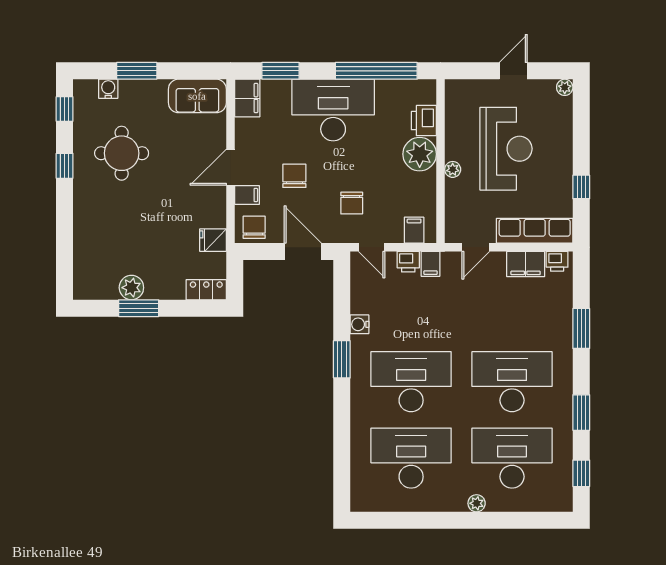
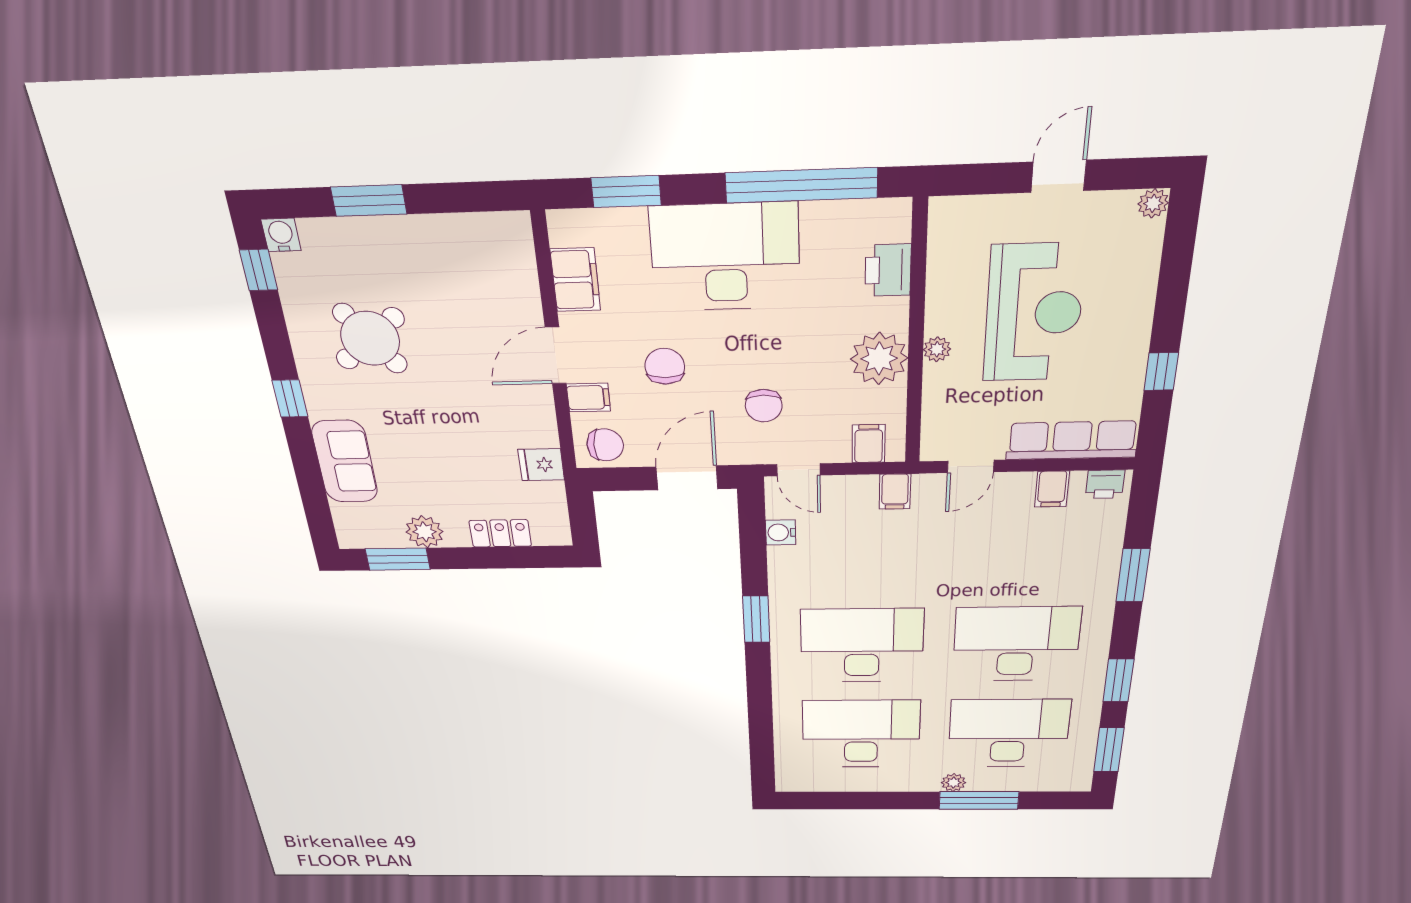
water cooler: (108, 89) -> (281, 235), moved
sofa: (197, 96) -> (345, 461), moved, turned -90
filing cabinet: (247, 98) -> (575, 280), moved
round table: (122, 153) -> (370, 338), turned -38
plant: (420, 154) -> (879, 359), moved
window: (65, 166) -> (290, 399), moved
chair: (254, 227) -> (605, 445), turned 92
door: (303, 251) -> (687, 478), hinge flipped
printer: (408, 262) -> (859, 489), removed
filing cabinet: (526, 264) -> (1052, 489), width x0.50
locker: (206, 290) -> (500, 533), moved
window: (139, 308) -> (398, 559), moved
water cooler: (360, 324) -> (781, 532), moved
window: (581, 473) -> (1109, 750), width x1.50
window: (495, 520) -> (979, 800), added

